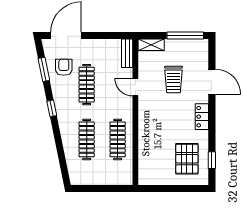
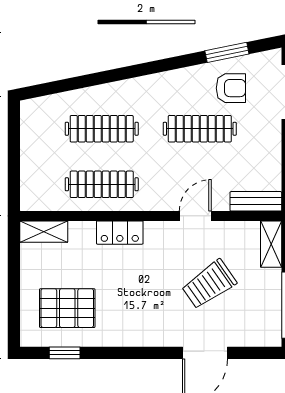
trolley: (174, 79) -> (209, 284), turned -35
window: (52, 108) -> (157, 67), removed
locker: (202, 117) -> (120, 233), moved, turned 180
shelving: (144, 172) -> (44, 232), added

